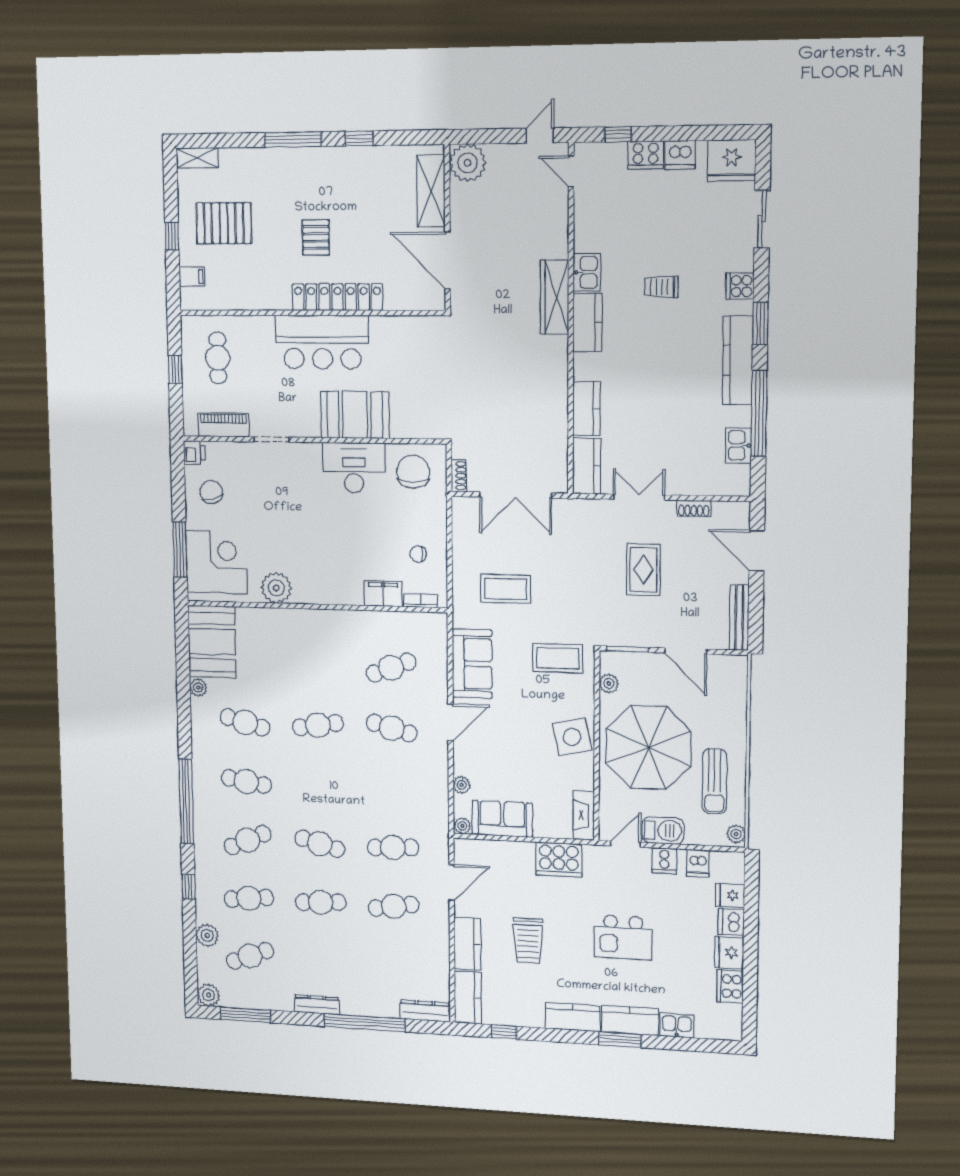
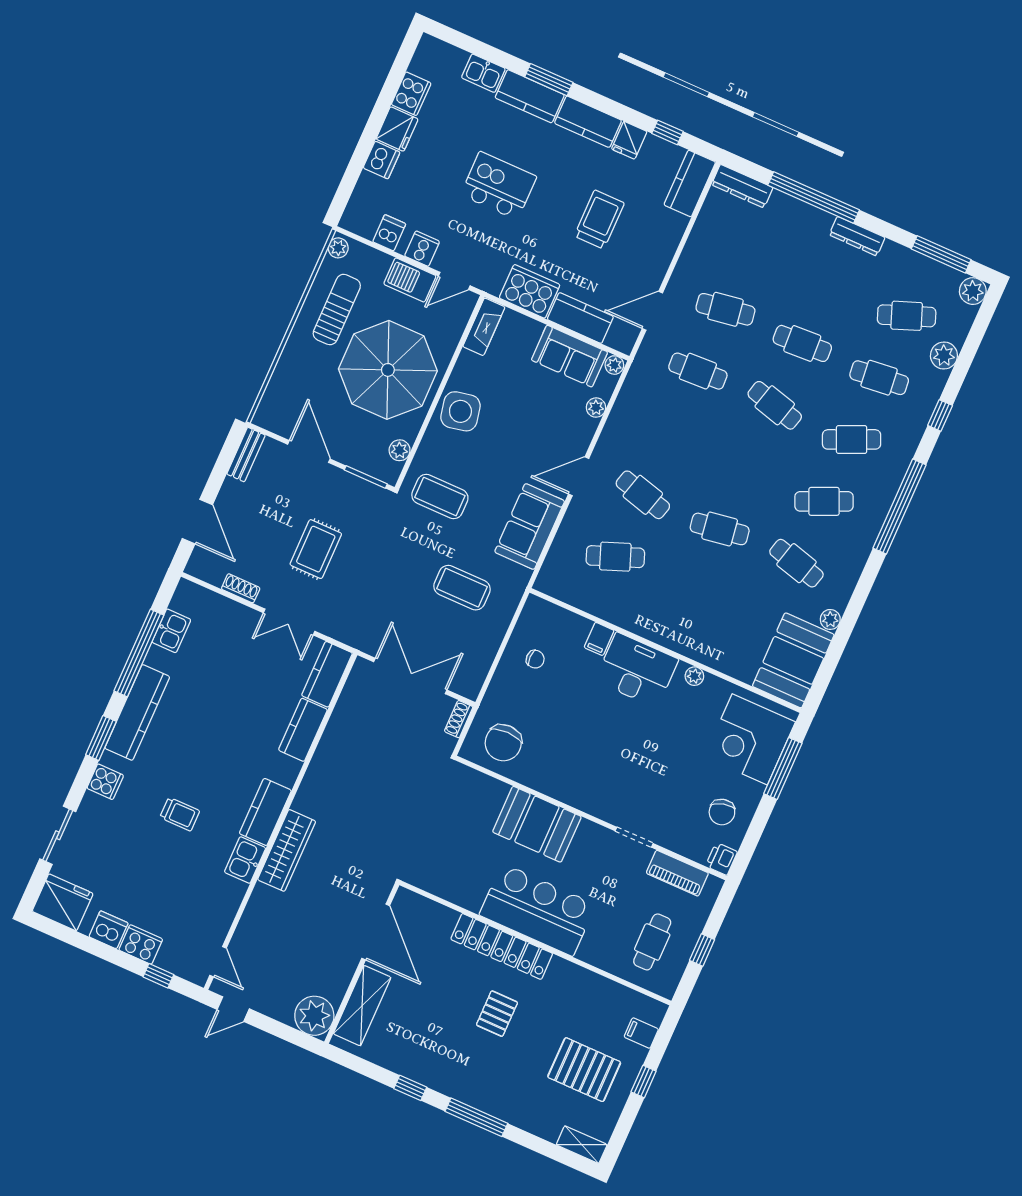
desk: (354, 468) -> (637, 670), moved, turned 180
plant: (276, 588) -> (694, 676), width x0.53, depth x0.53
filing cabinet: (383, 594) -> (599, 639), width x0.50
bookcase: (420, 601) -> (554, 612), removed
bench: (739, 618) -> (246, 455), width x0.73
cafe table: (246, 781) -> (824, 501), turned -33
fridge: (730, 895) -> (629, 140), moved, turned 90
kitchen counter: (467, 944) -> (580, 318), moved, turned 90

